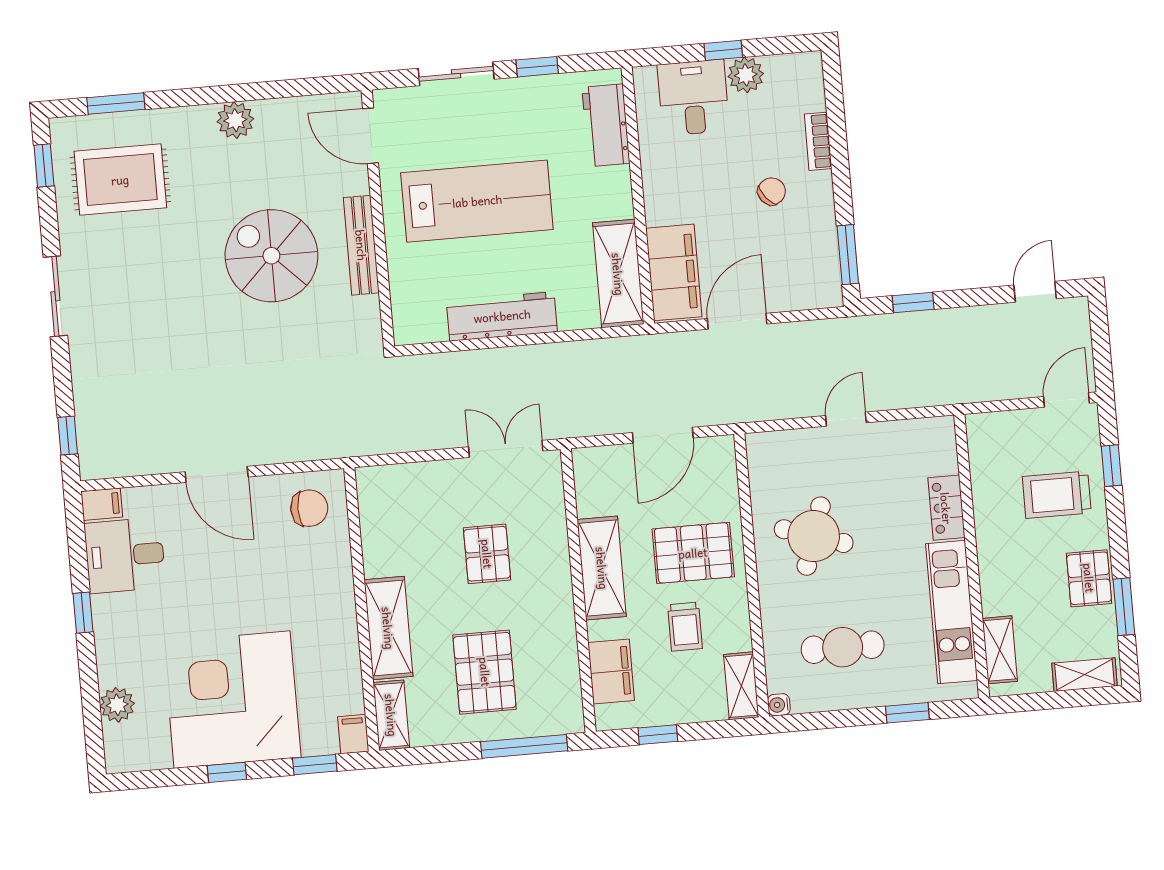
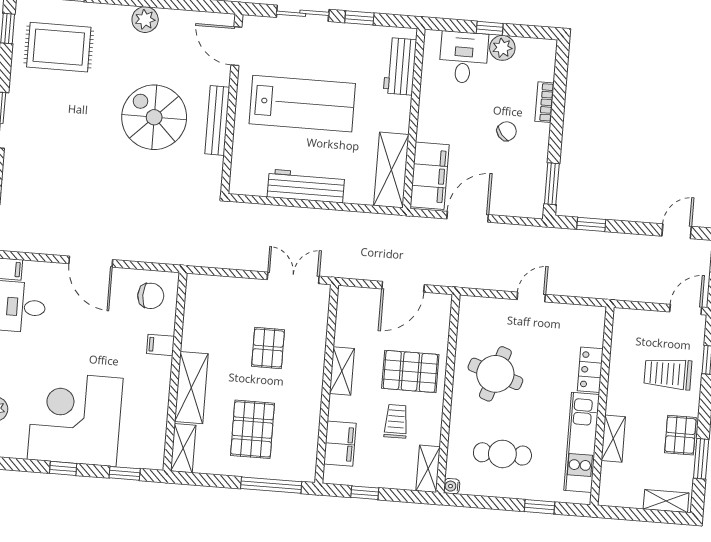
shelving: (602, 568) -> (342, 371), width x0.67, depth x0.75
trolley: (685, 627) -> (396, 421), turned 180
shelving: (1000, 650) -> (613, 439), moved
filing cabinet: (353, 734) -> (161, 345), moved, turned -90

